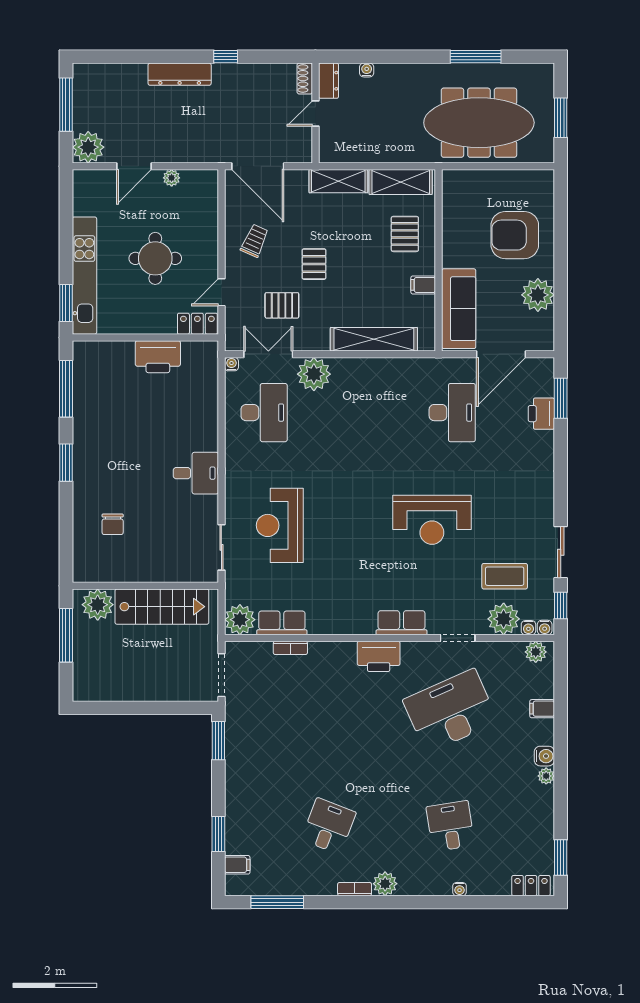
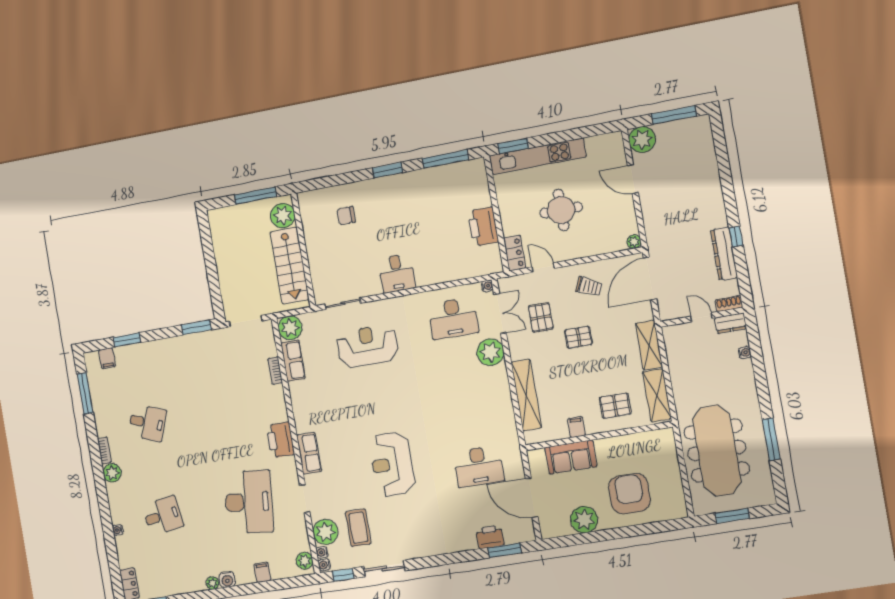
dresser: (180, 74) -> (724, 254), moved
plant: (172, 178) -> (634, 242), moved
sofa: (459, 309) -> (571, 457), width x0.73
desk: (450, 711) -> (249, 502), turned 30

